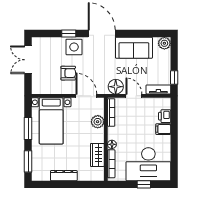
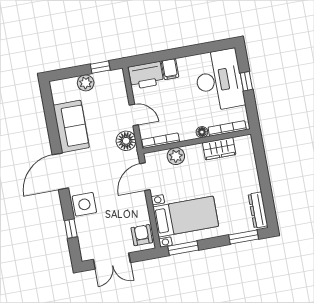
window: (69, 34) -> (71, 229), moved
plant: (164, 43) -> (86, 83), moved
armchair: (68, 73) -> (142, 235), moved
tv unit: (158, 89) -> (120, 85), removed
door: (134, 96) -> (134, 115), swing flipped
printer: (165, 116) -> (146, 75), width x1.87, depth x1.48
window: (28, 128) -> (183, 248), moved
dresser: (64, 176) -> (258, 210), moved

